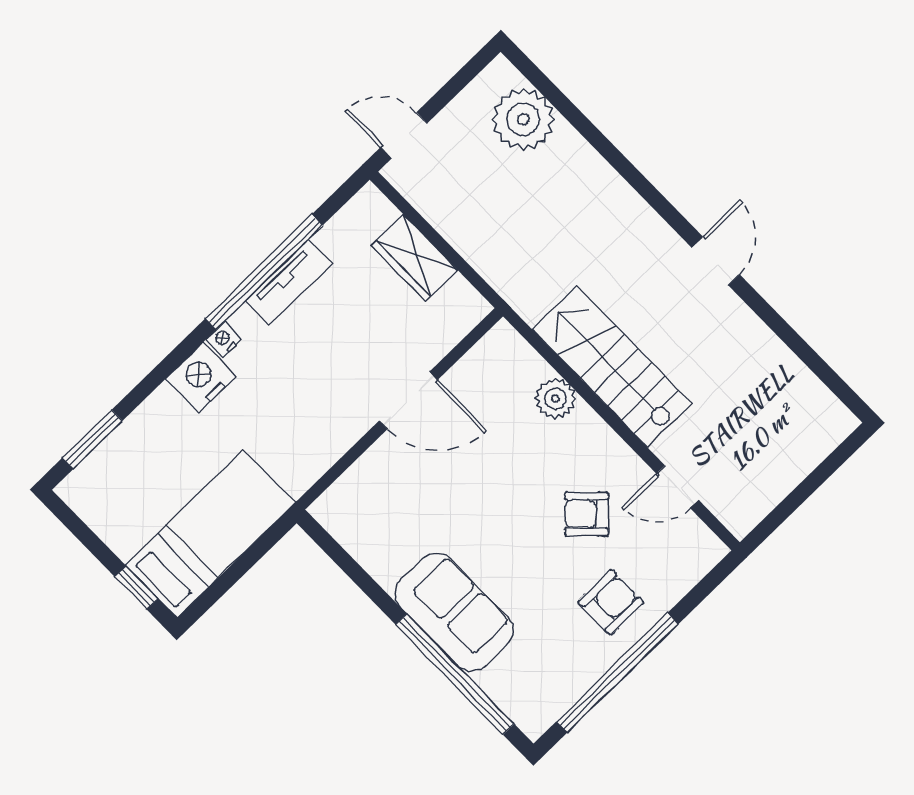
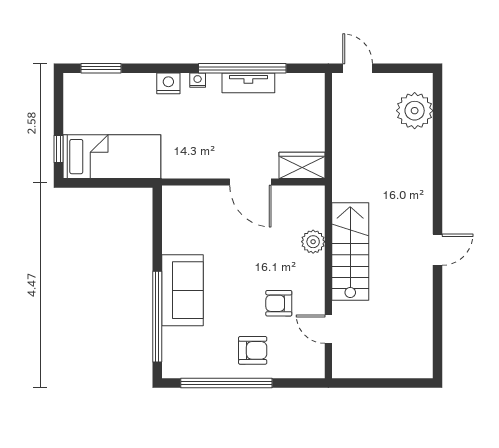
wardrobe: (415, 258) -> (302, 165), moved, turned 90
nightstand: (201, 377) -> (168, 83), width x0.74, depth x0.75
armchair: (587, 514) -> (279, 303), turned -45

